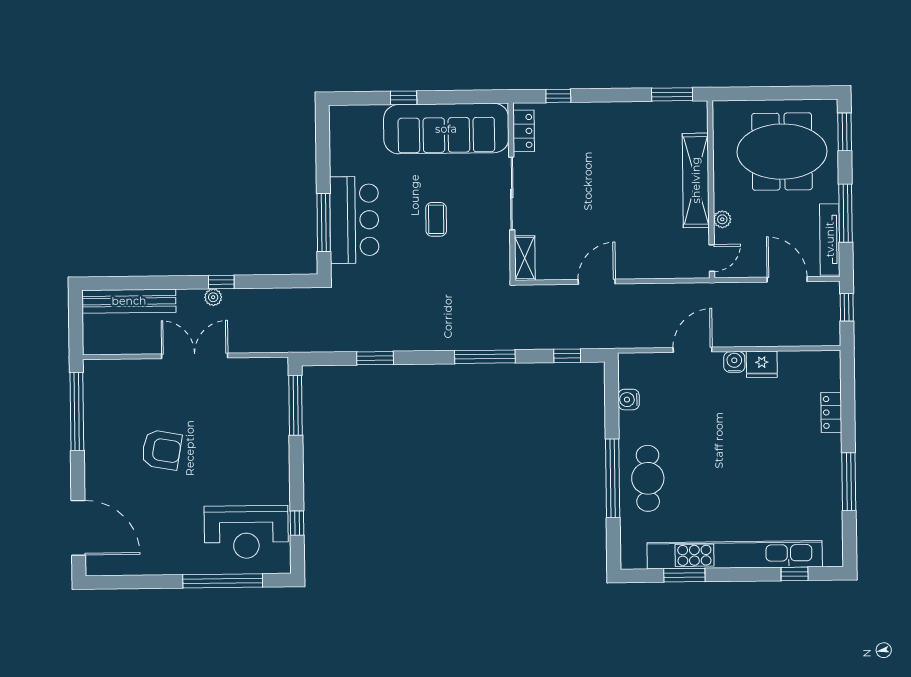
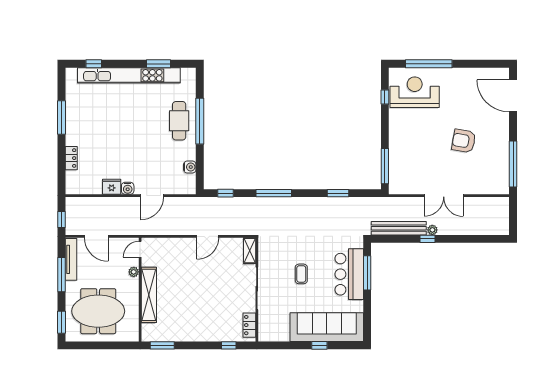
sofa: (446, 129) -> (327, 327), moved
bench: (129, 301) -> (399, 228), moved

